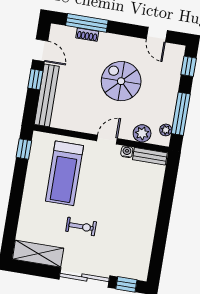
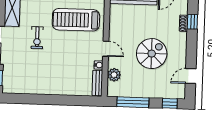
window: (87, 23) -> (192, 22), width x0.46
plant: (166, 130) -> (119, 92), removed

